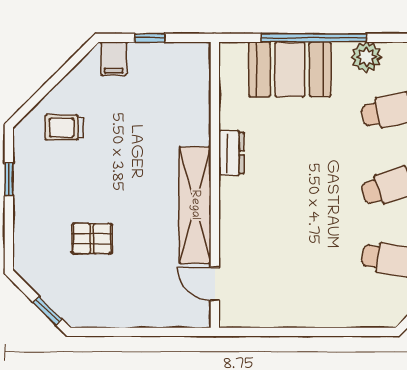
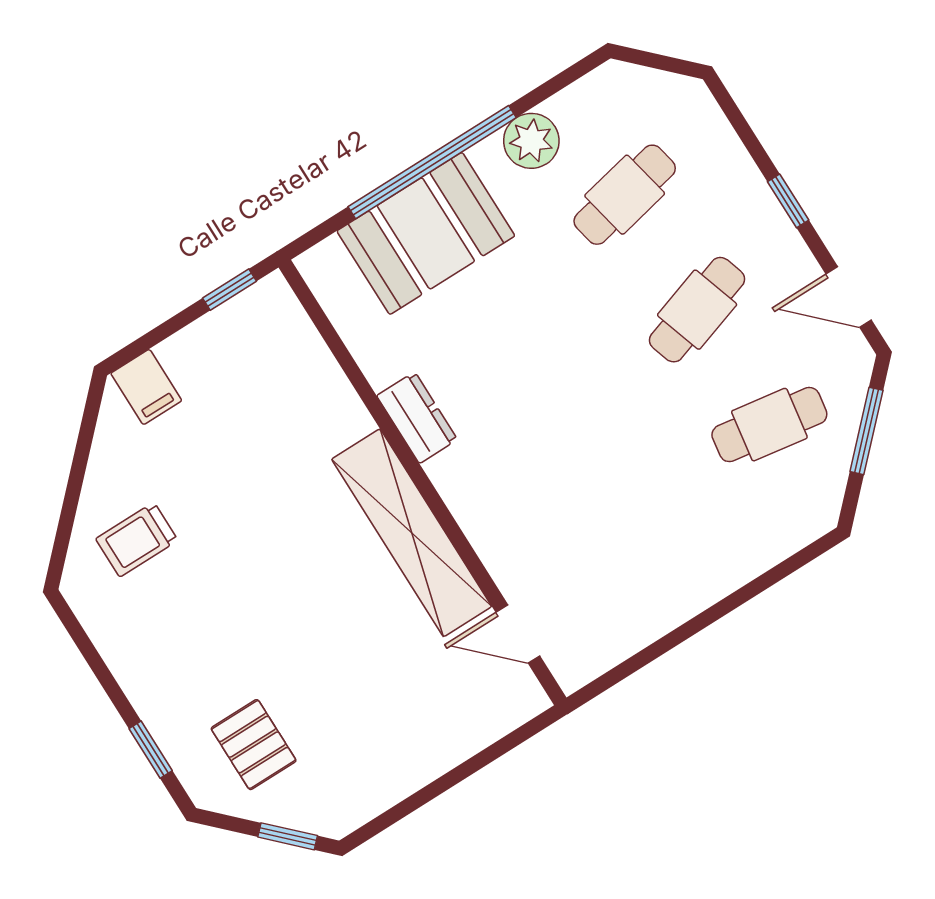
window: (150, 38) -> (230, 290), moved
window: (9, 179) -> (151, 750), moved
pallet: (92, 239) -> (254, 745), moved, turned 90

